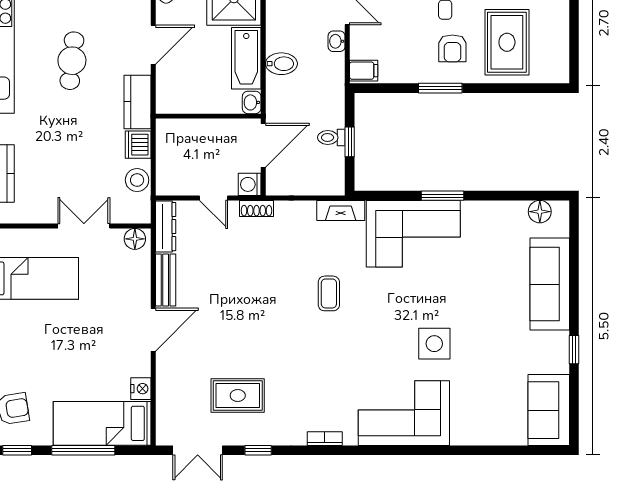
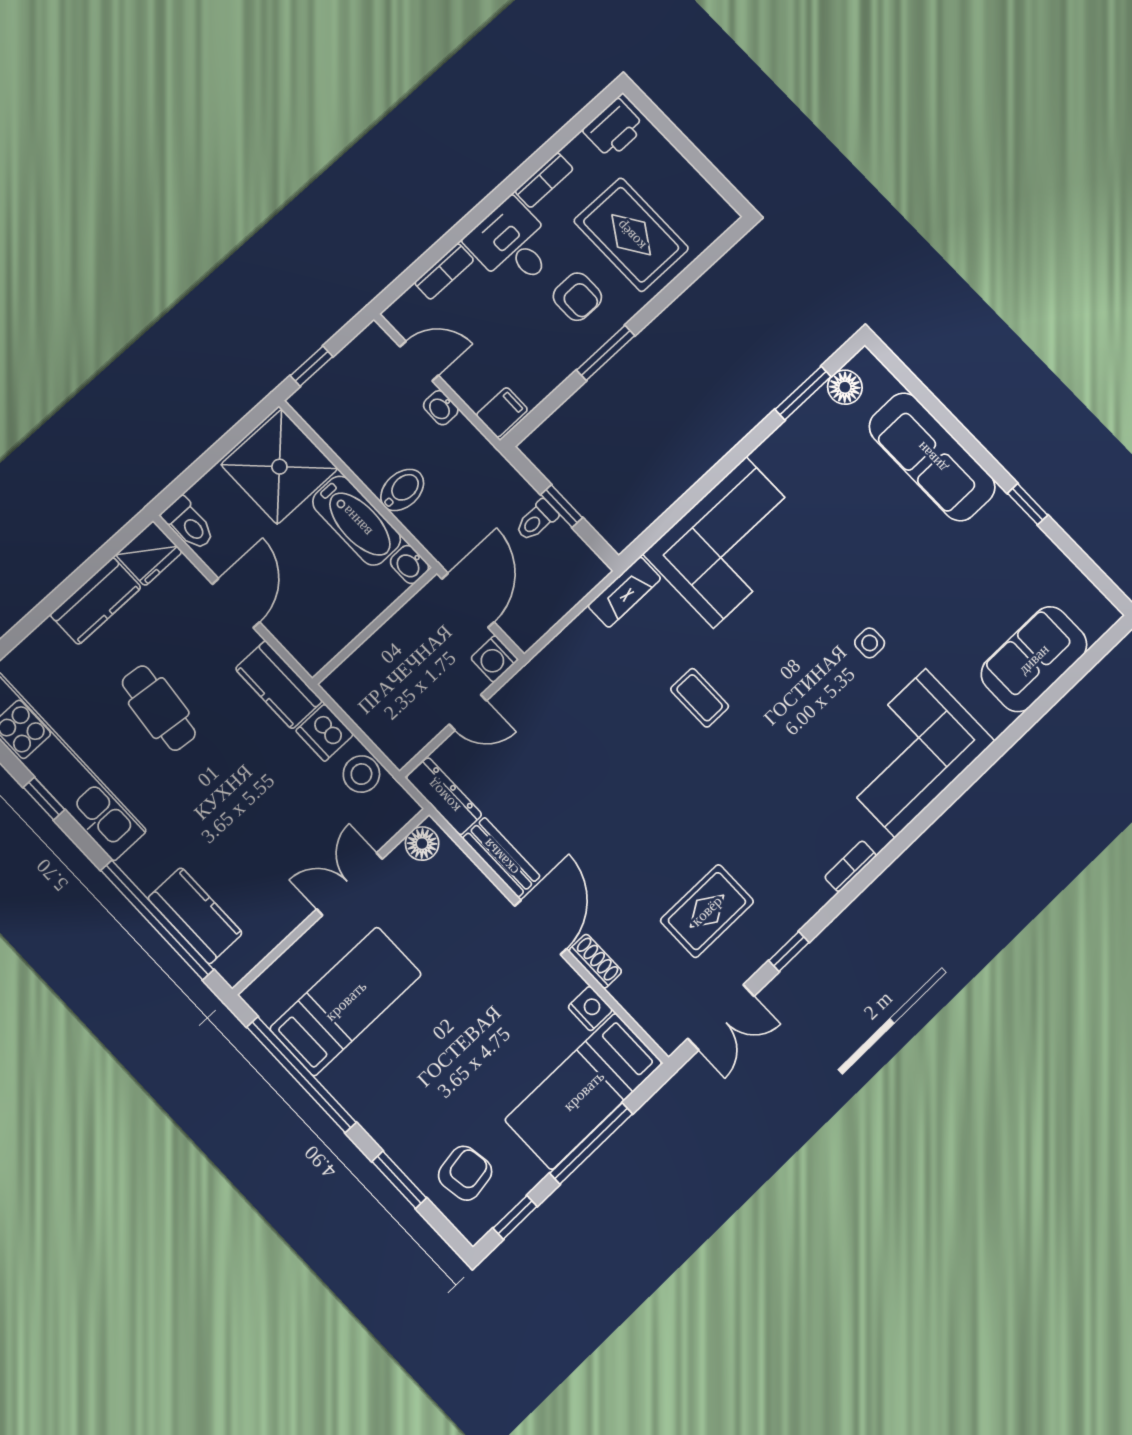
window: (442, 196) -> (803, 393), moved
shoe rack: (257, 208) -> (595, 961), moved, turned -90
side table: (434, 344) -> (870, 643), width x0.54, depth x0.54
sofa: (549, 410) -> (1034, 659), moved, turned 90

